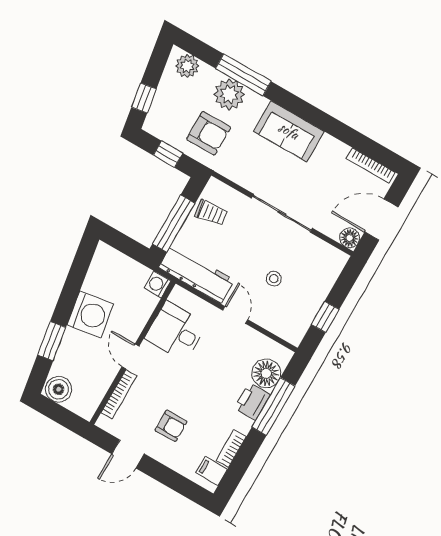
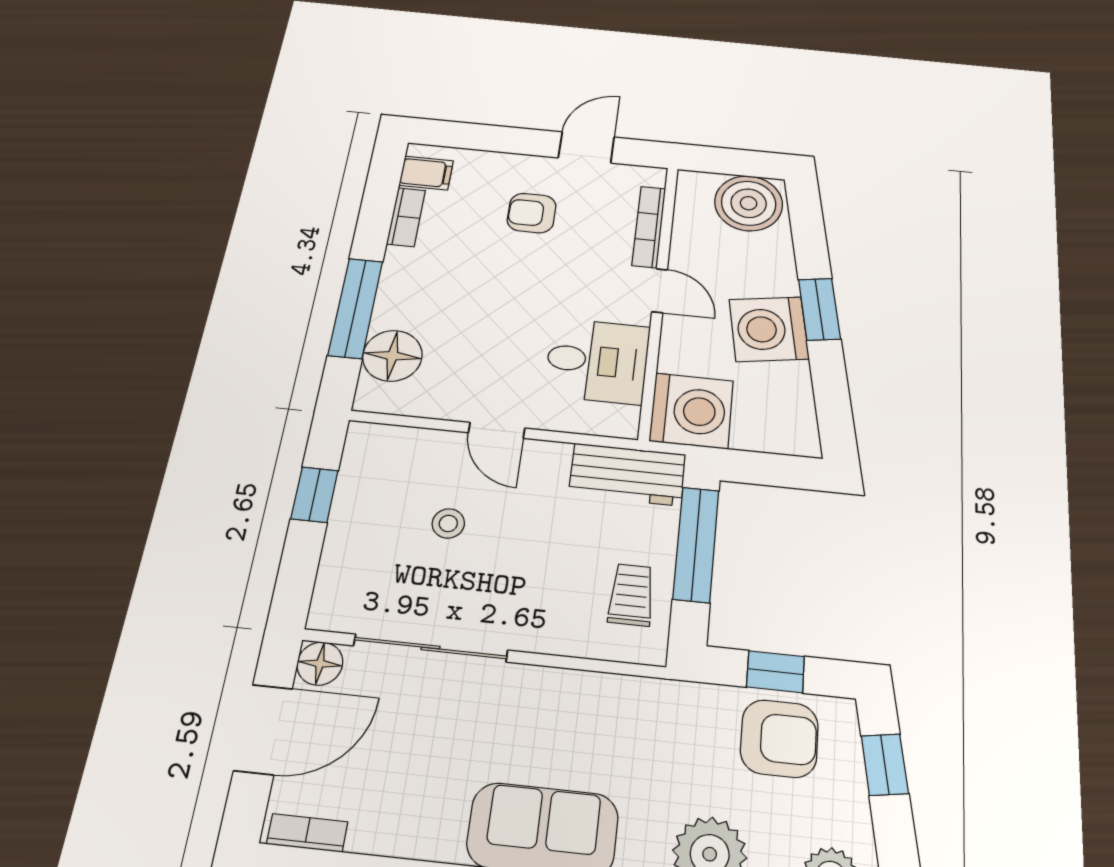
armchair: (209, 133) -> (779, 738), moved, turned 180
bookcase: (371, 165) -> (307, 833), width x0.64
trolley: (211, 213) -> (631, 595), turned 98
sliding door: (282, 213) -> (431, 648), moved
workbench: (196, 274) -> (627, 474), width x0.73
washing machine: (158, 285) -> (691, 411), width x1.89, depth x1.89
window: (52, 341) -> (819, 309), moved
boiler: (59, 389) -> (749, 203), width x1.37, depth x1.37
printer: (252, 401) -> (399, 302), removed

